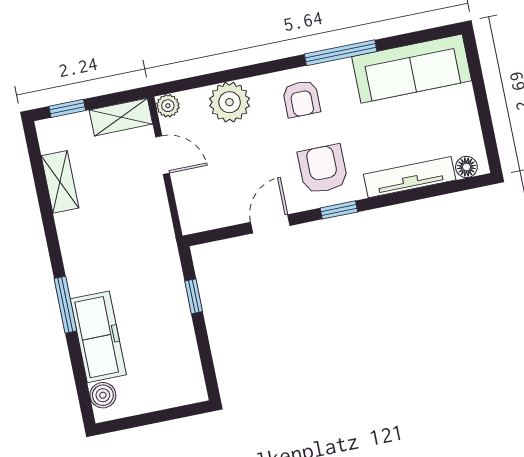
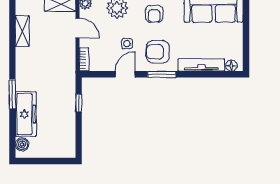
side table: (261, 166) -> (127, 44), added
armchair: (323, 169) -> (158, 52), turned -90
window: (339, 210) -> (162, 74), width x1.50
bookcase: (187, 212) -> (84, 60), added

